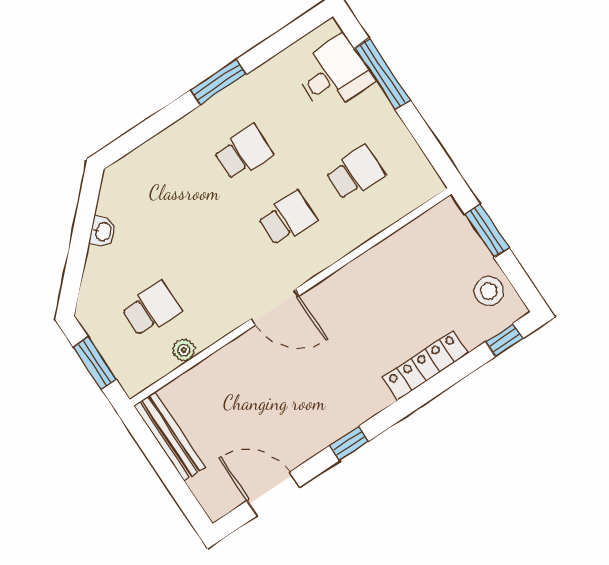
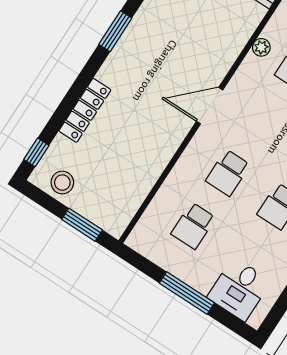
window: (382, 74) -> (187, 293), moved
window: (349, 444) -> (115, 31), width x1.50

